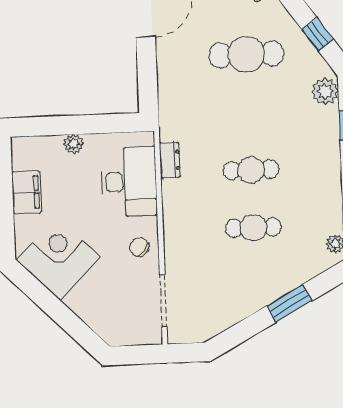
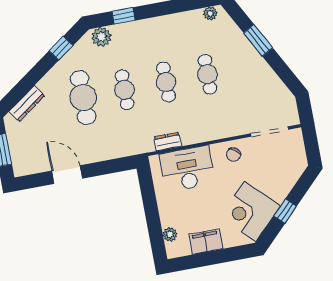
cafe table: (249, 112) -> (125, 90), added
plant: (73, 144) -> (170, 234), moved
window: (52, 306) -> (285, 211), added

